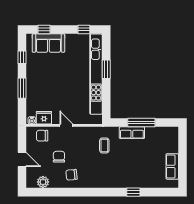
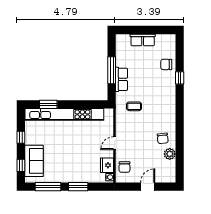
window: (84, 30) -> (21, 137), moved
window: (22, 57) -> (48, 187), width x2.17
window: (106, 69) -> (48, 104), moved
chair: (59, 157) -> (166, 64), moved
row of seats: (172, 166) -> (143, 40), moved
plant: (43, 182) -> (170, 154), moved

